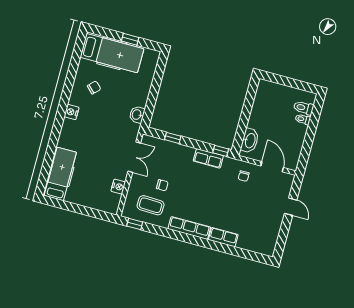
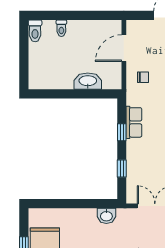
toilet: (303, 108) -> (35, 31), moved
washbasin: (250, 141) -> (88, 81), moved
window: (221, 151) -> (122, 132), moved

